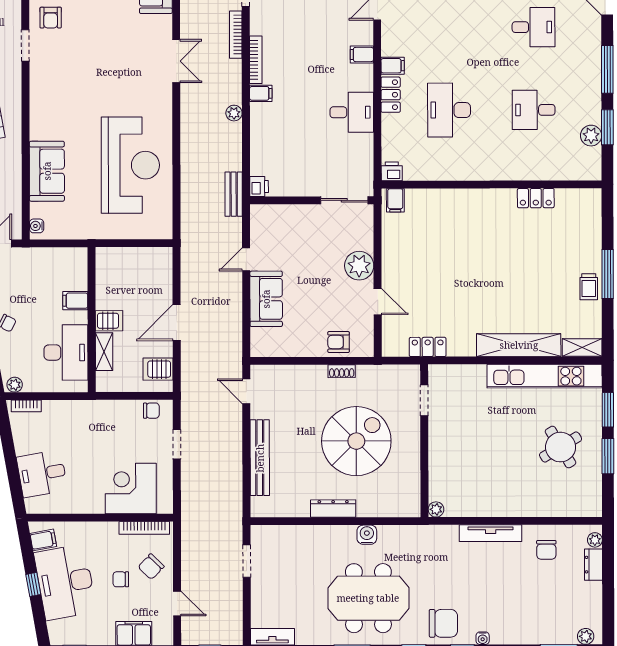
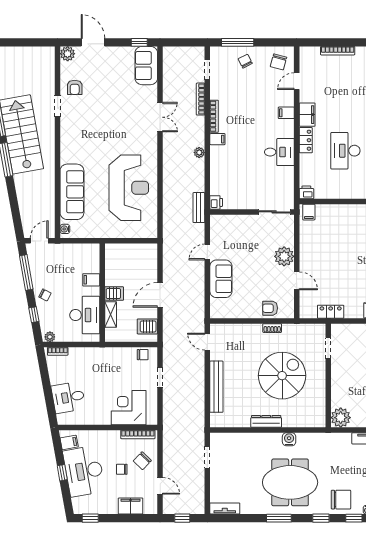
filing cabinet: (393, 66) -> (307, 115), width x2.00
sofa: (47, 171) -> (72, 192), width x1.36
plant: (436, 509) -> (341, 418), width x1.87, depth x1.87

